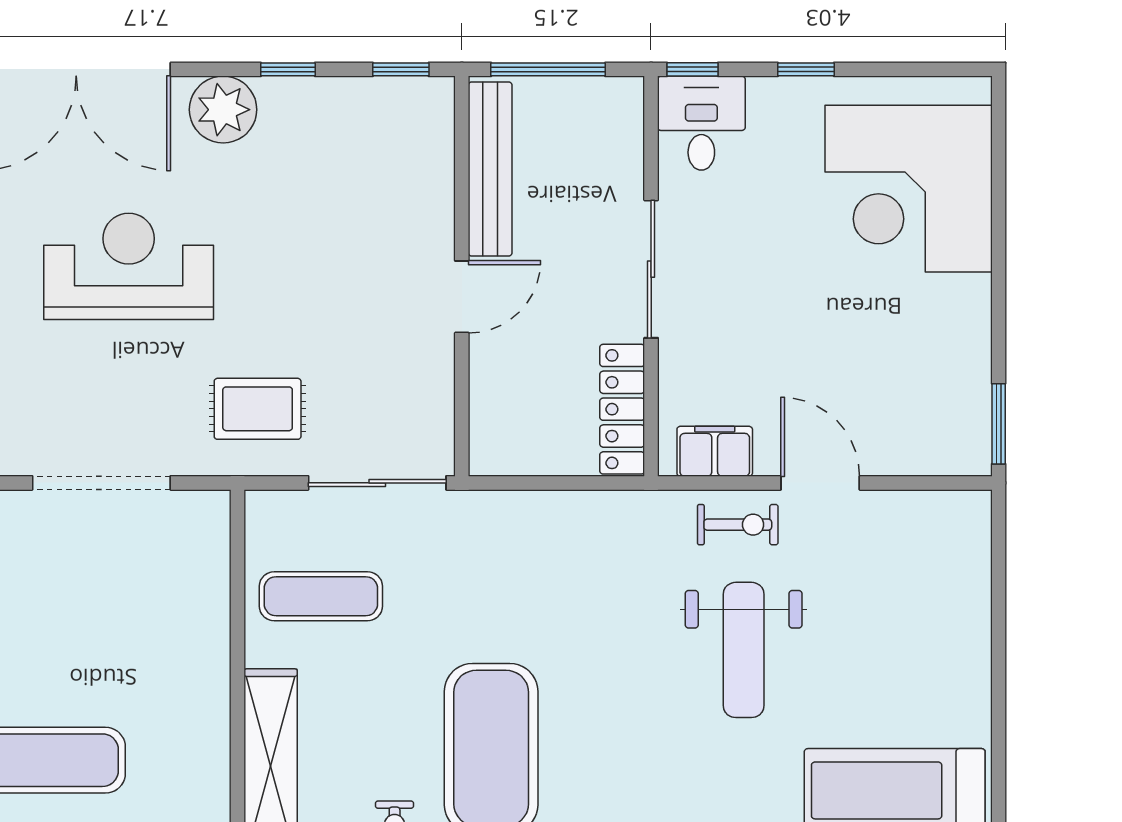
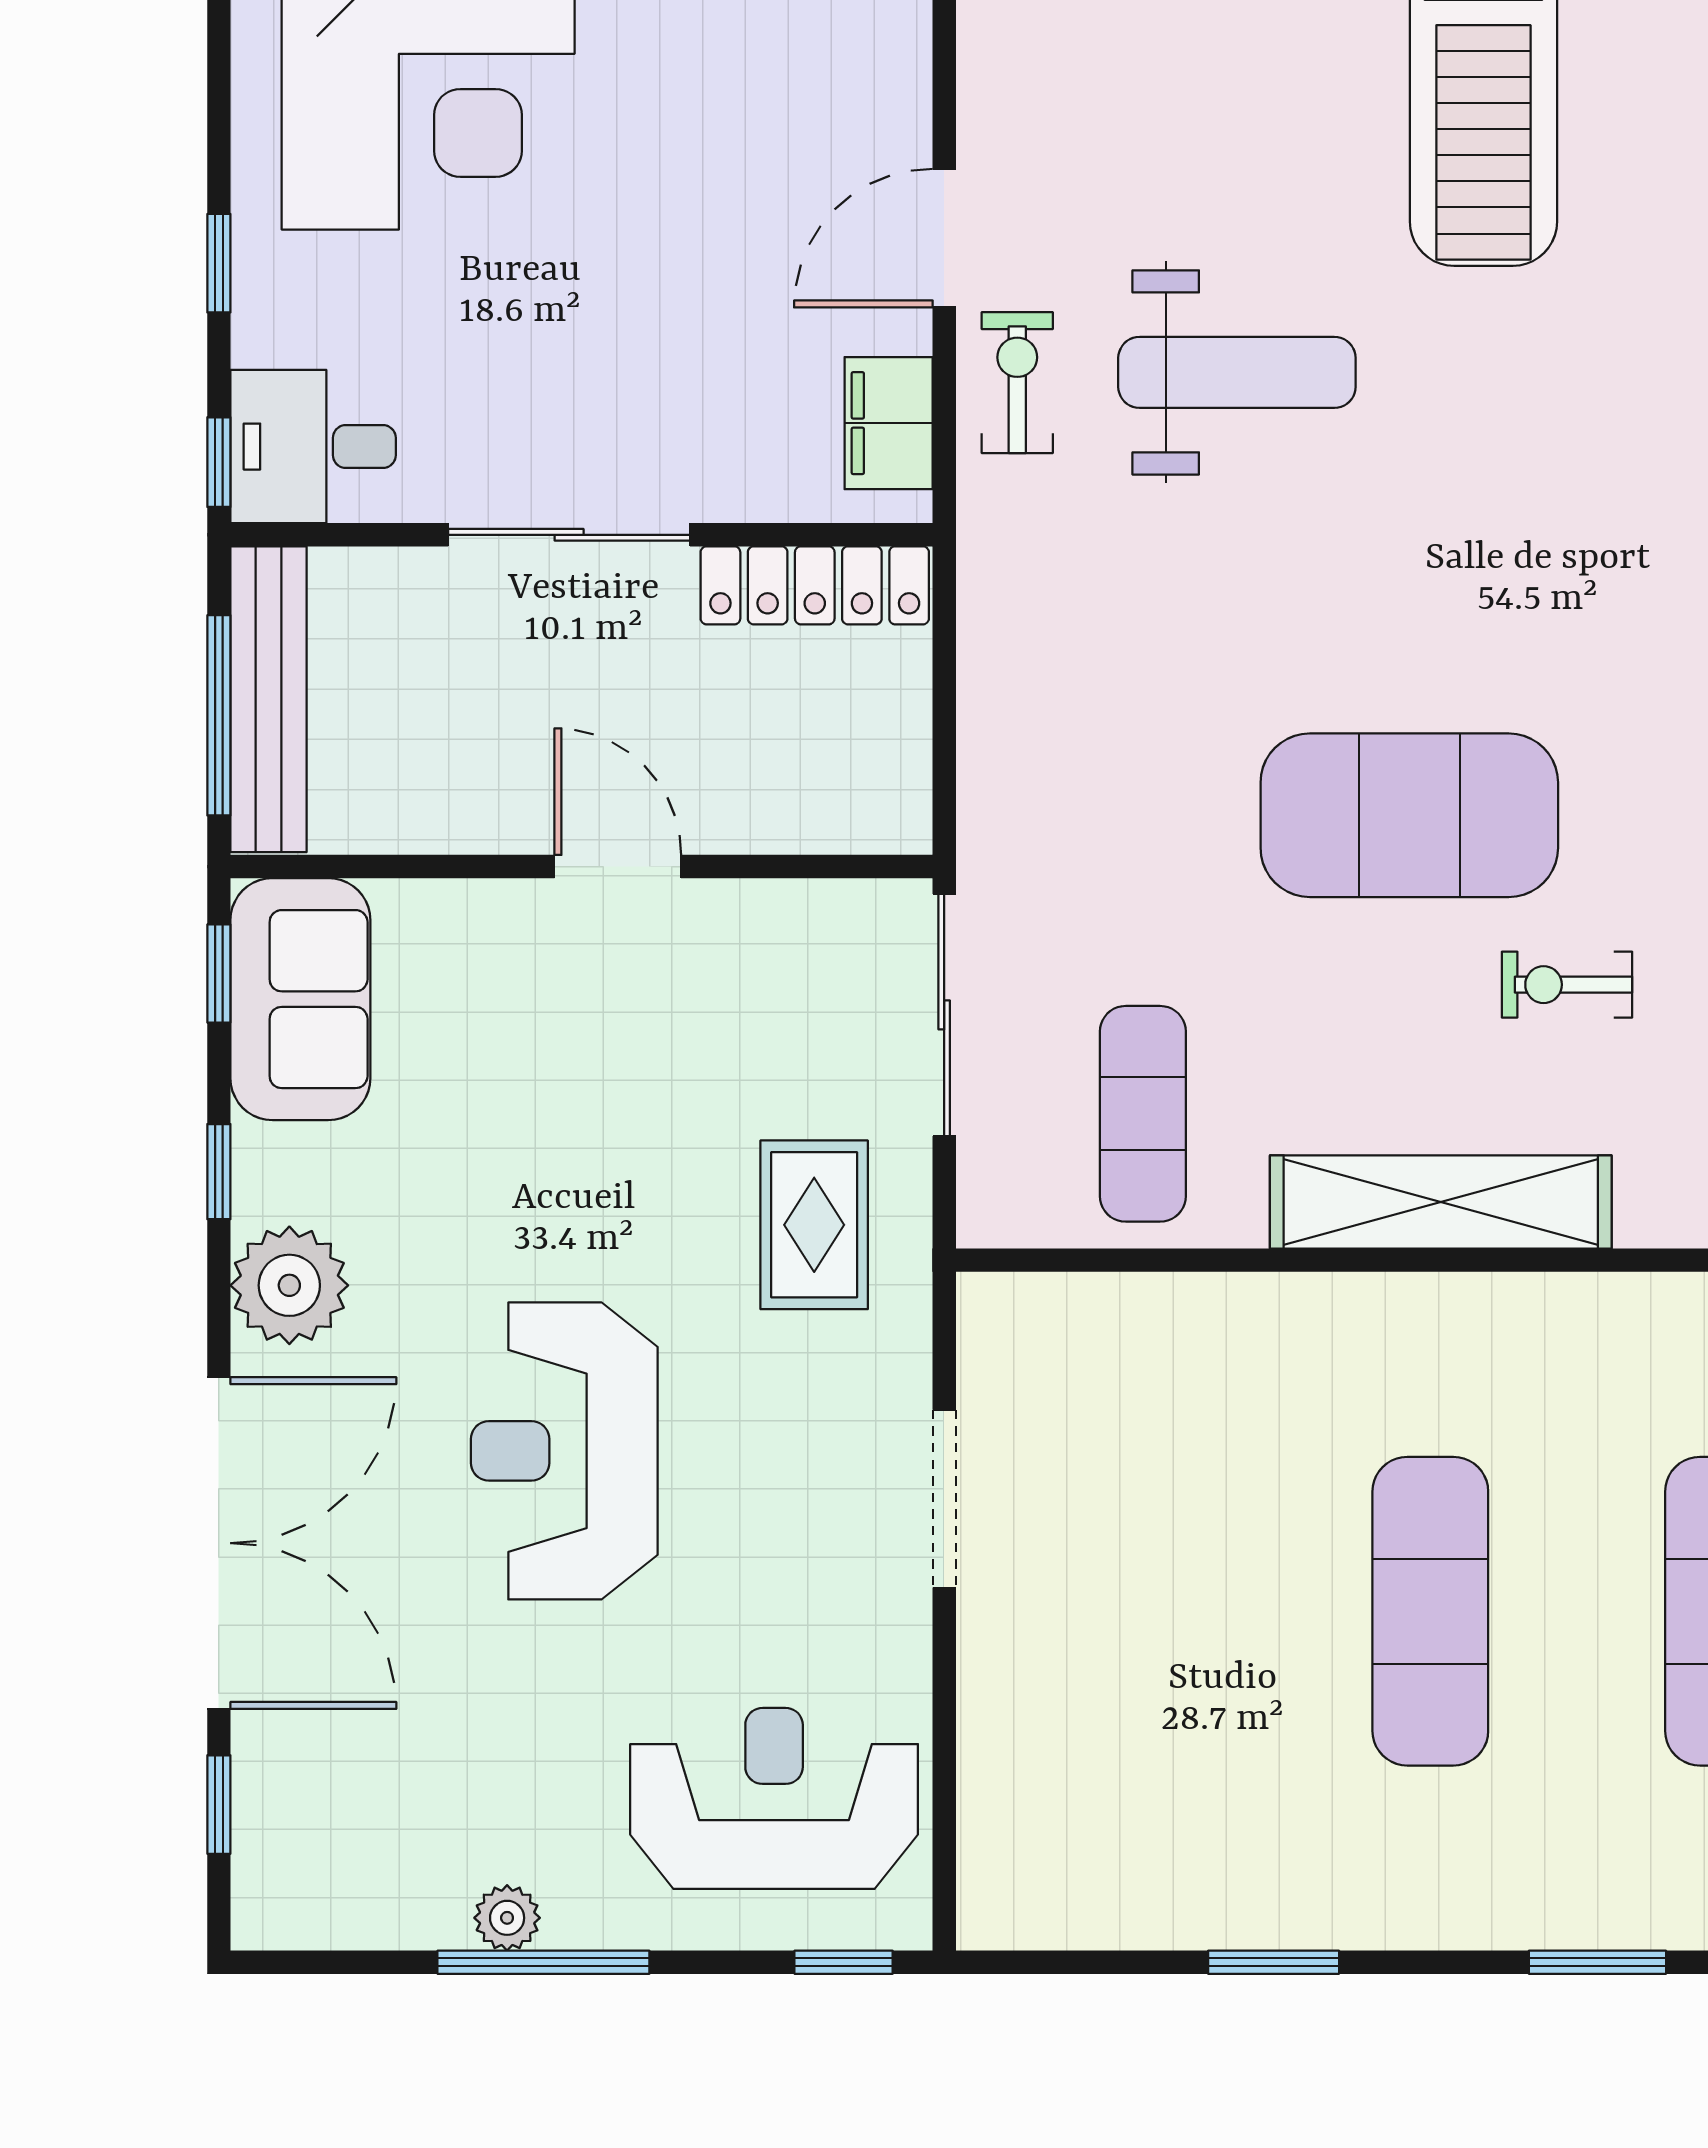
sofa: (386, 116) -> (300, 999), added
bench: (490, 169) -> (268, 699), moved, turned 90
doorway: (101, 483) -> (944, 1499), width x0.73

